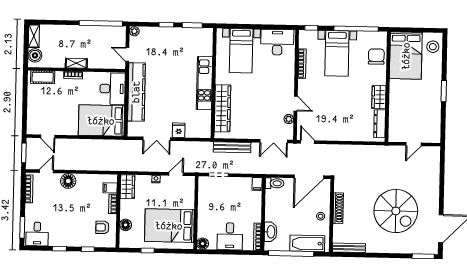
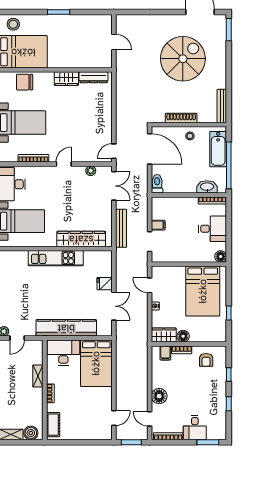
door: (127, 54) -> (17, 338), moved
shelving: (76, 63) -> (38, 376), moved
door: (296, 104) -> (64, 164), moved
filing cabinet: (257, 184) -> (158, 225), moved
floor lamp: (126, 225) -> (183, 336), moved
desk: (37, 234) -> (195, 428), moved, turned 90

